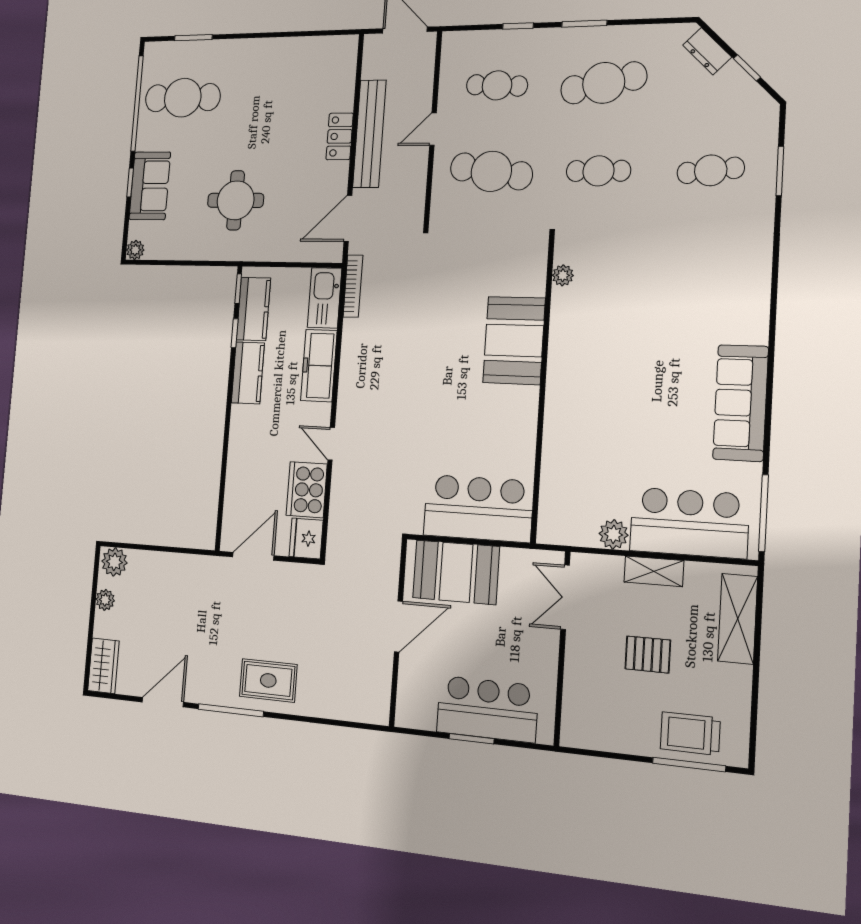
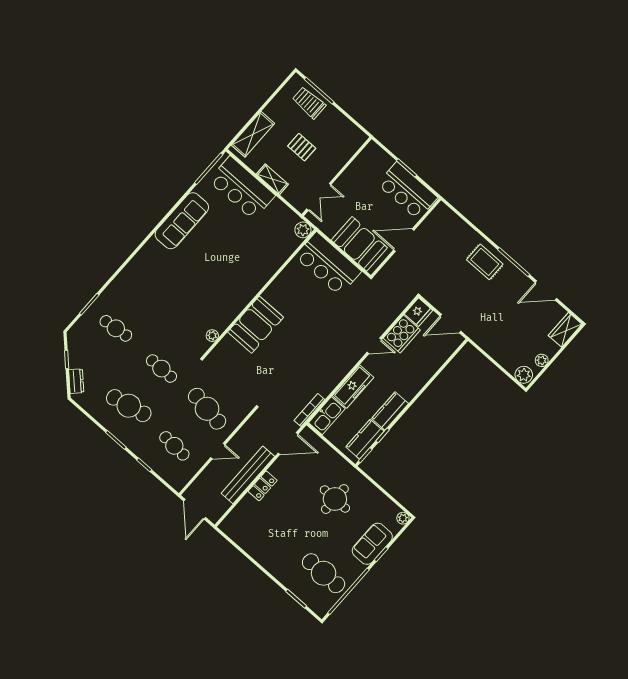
door: (331, 444) -> (374, 346), hinge flipped
plant: (614, 534) -> (303, 230), moved
bar counter: (487, 709) -> (407, 191), moved
trolley: (690, 733) -> (309, 103), turned 180

